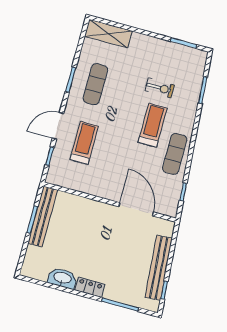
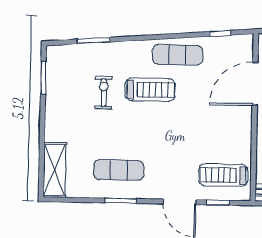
treadmill: (153, 125) -> (150, 90), turned 180
treadmill: (84, 143) -> (223, 175), moved

